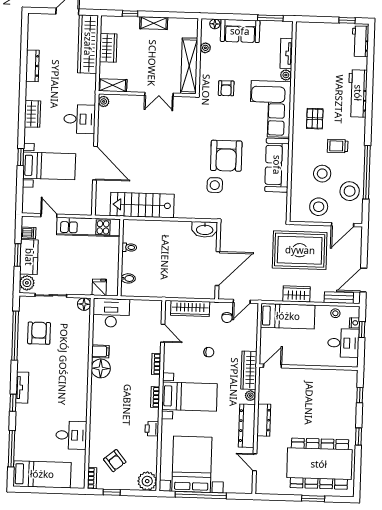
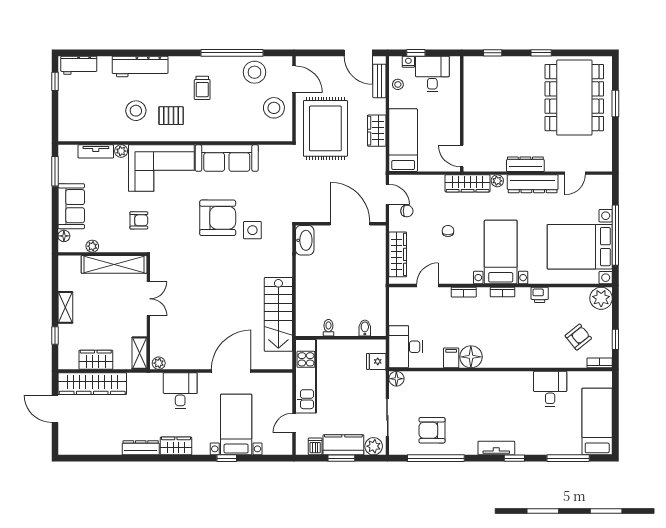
dresser: (32, 66) -> (141, 448), moved
stool: (322, 174) -> (136, 111), moved

